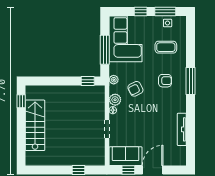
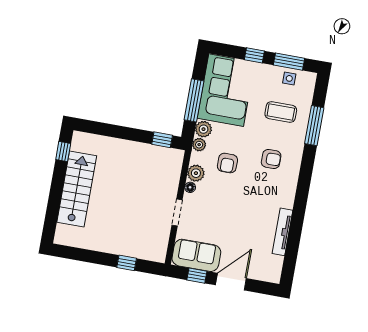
plant: (115, 69) -> (204, 129), added
window: (191, 81) -> (314, 126), moved
armchair: (135, 89) -> (227, 163), turned -63

